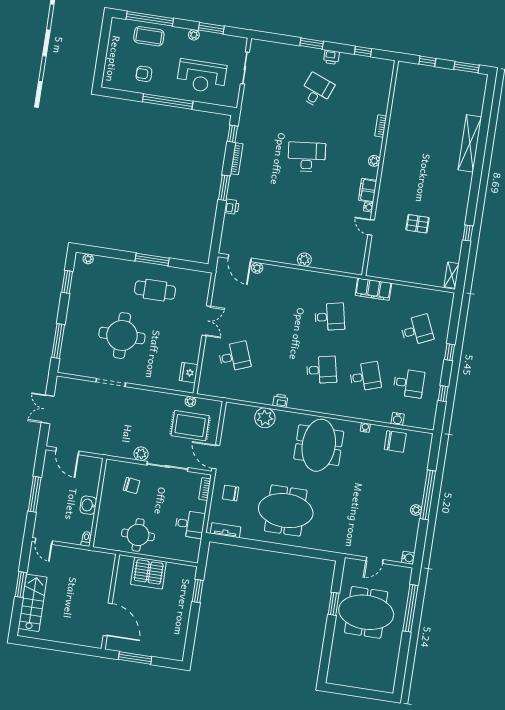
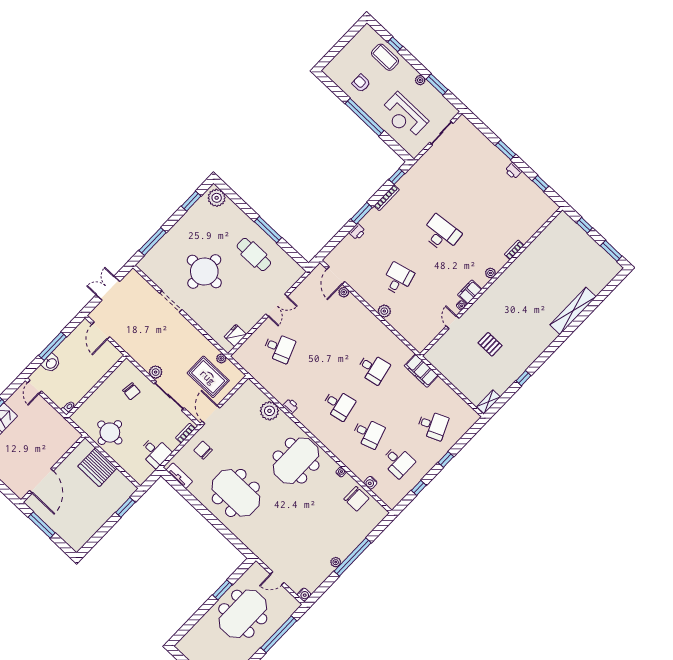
window: (150, 19) -> (395, 44), width x0.32
desk: (317, 91) -> (398, 279), moved, turned -36
plant: (88, 259) -> (217, 198), width x1.88, depth x1.88
washbasin: (88, 505) -> (51, 363), moved, turned 180
meeting table: (366, 612) -> (243, 614), turned 90

